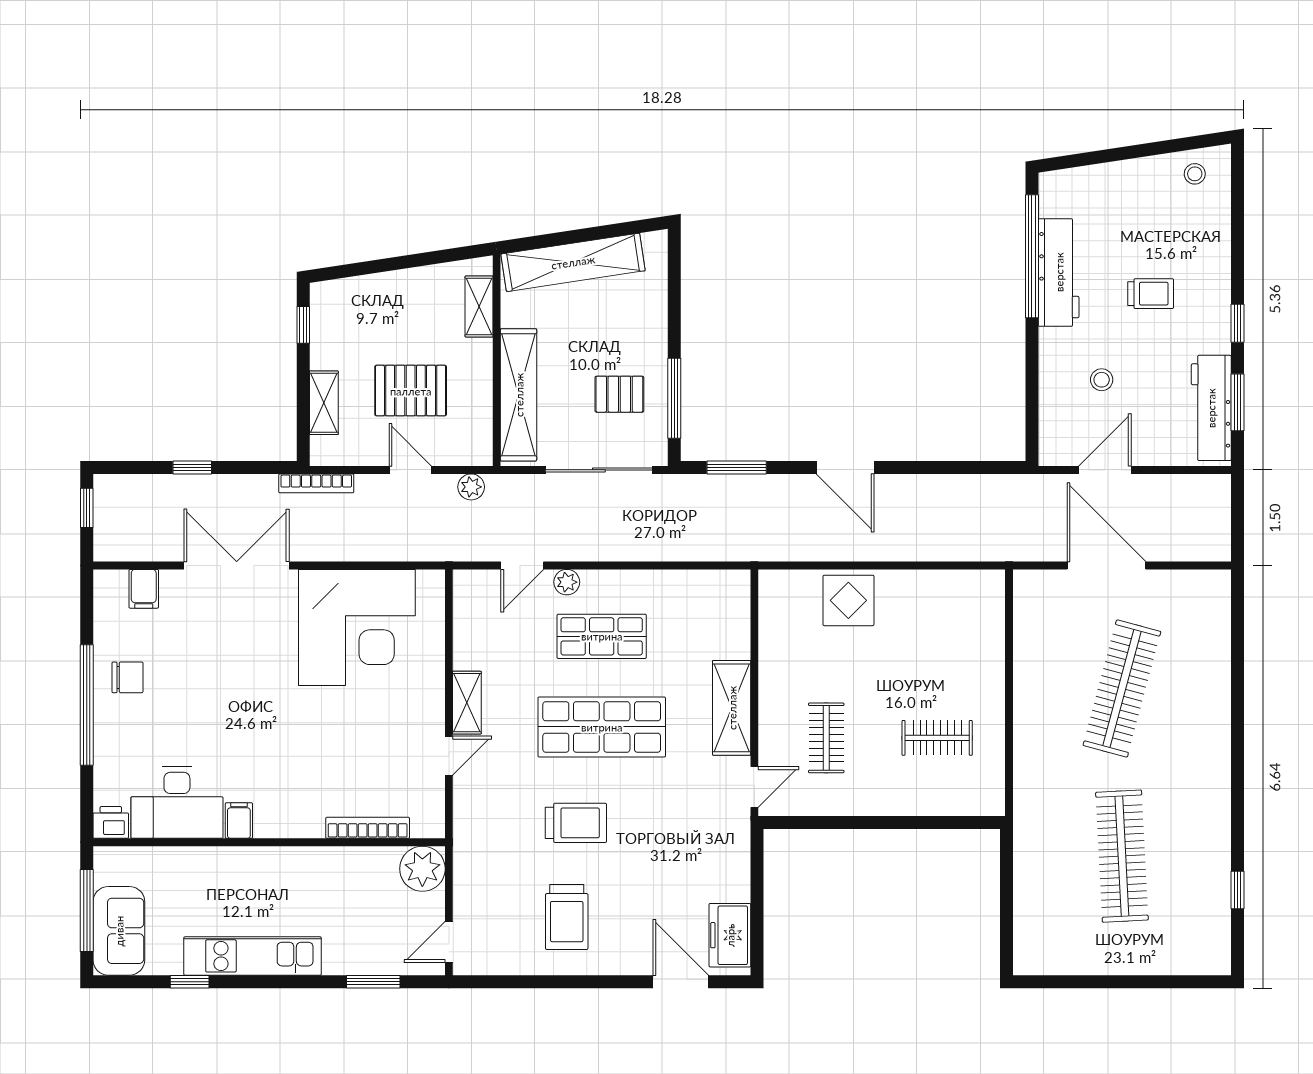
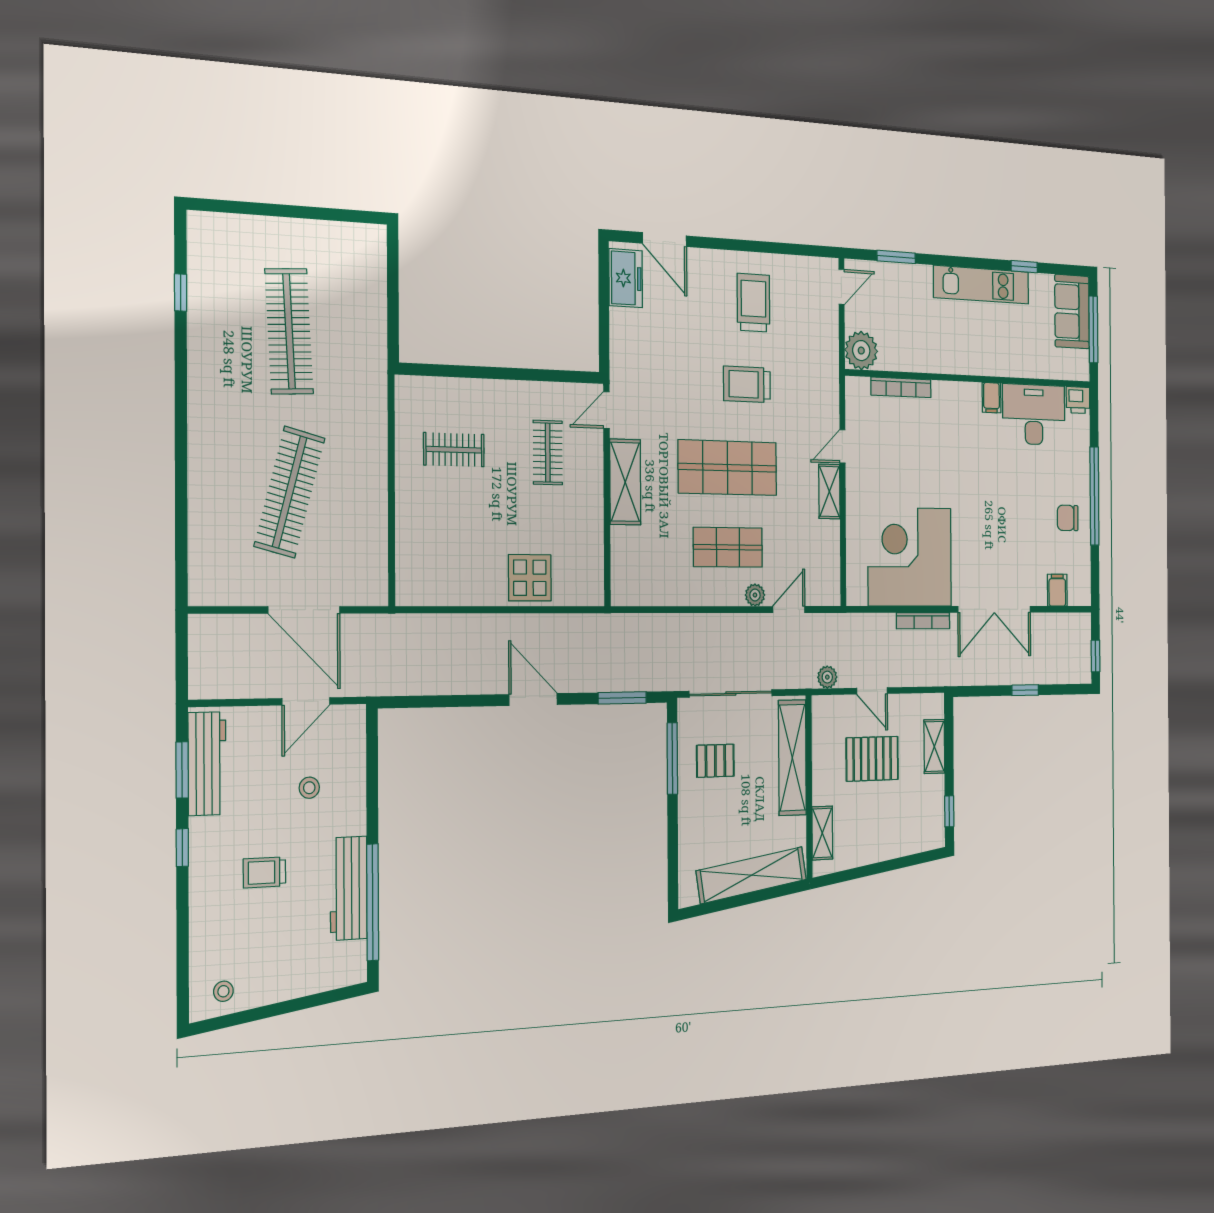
bookcase: (316, 483) -> (923, 621), moved, turned 180

